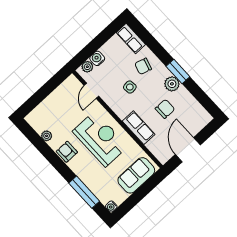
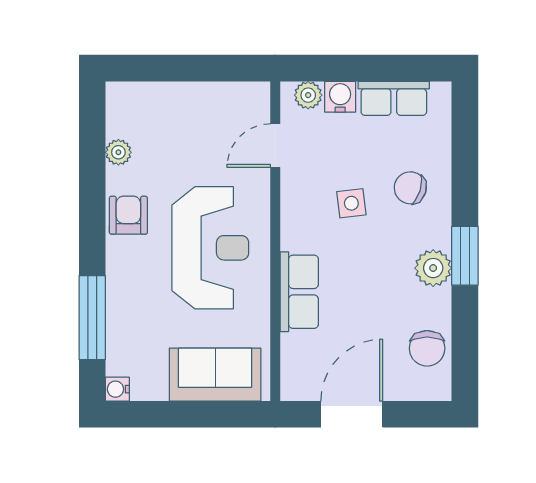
row of seats: (131, 39) -> (394, 98), moved, turned -90
chair: (165, 109) -> (427, 348), moved, turned 90

